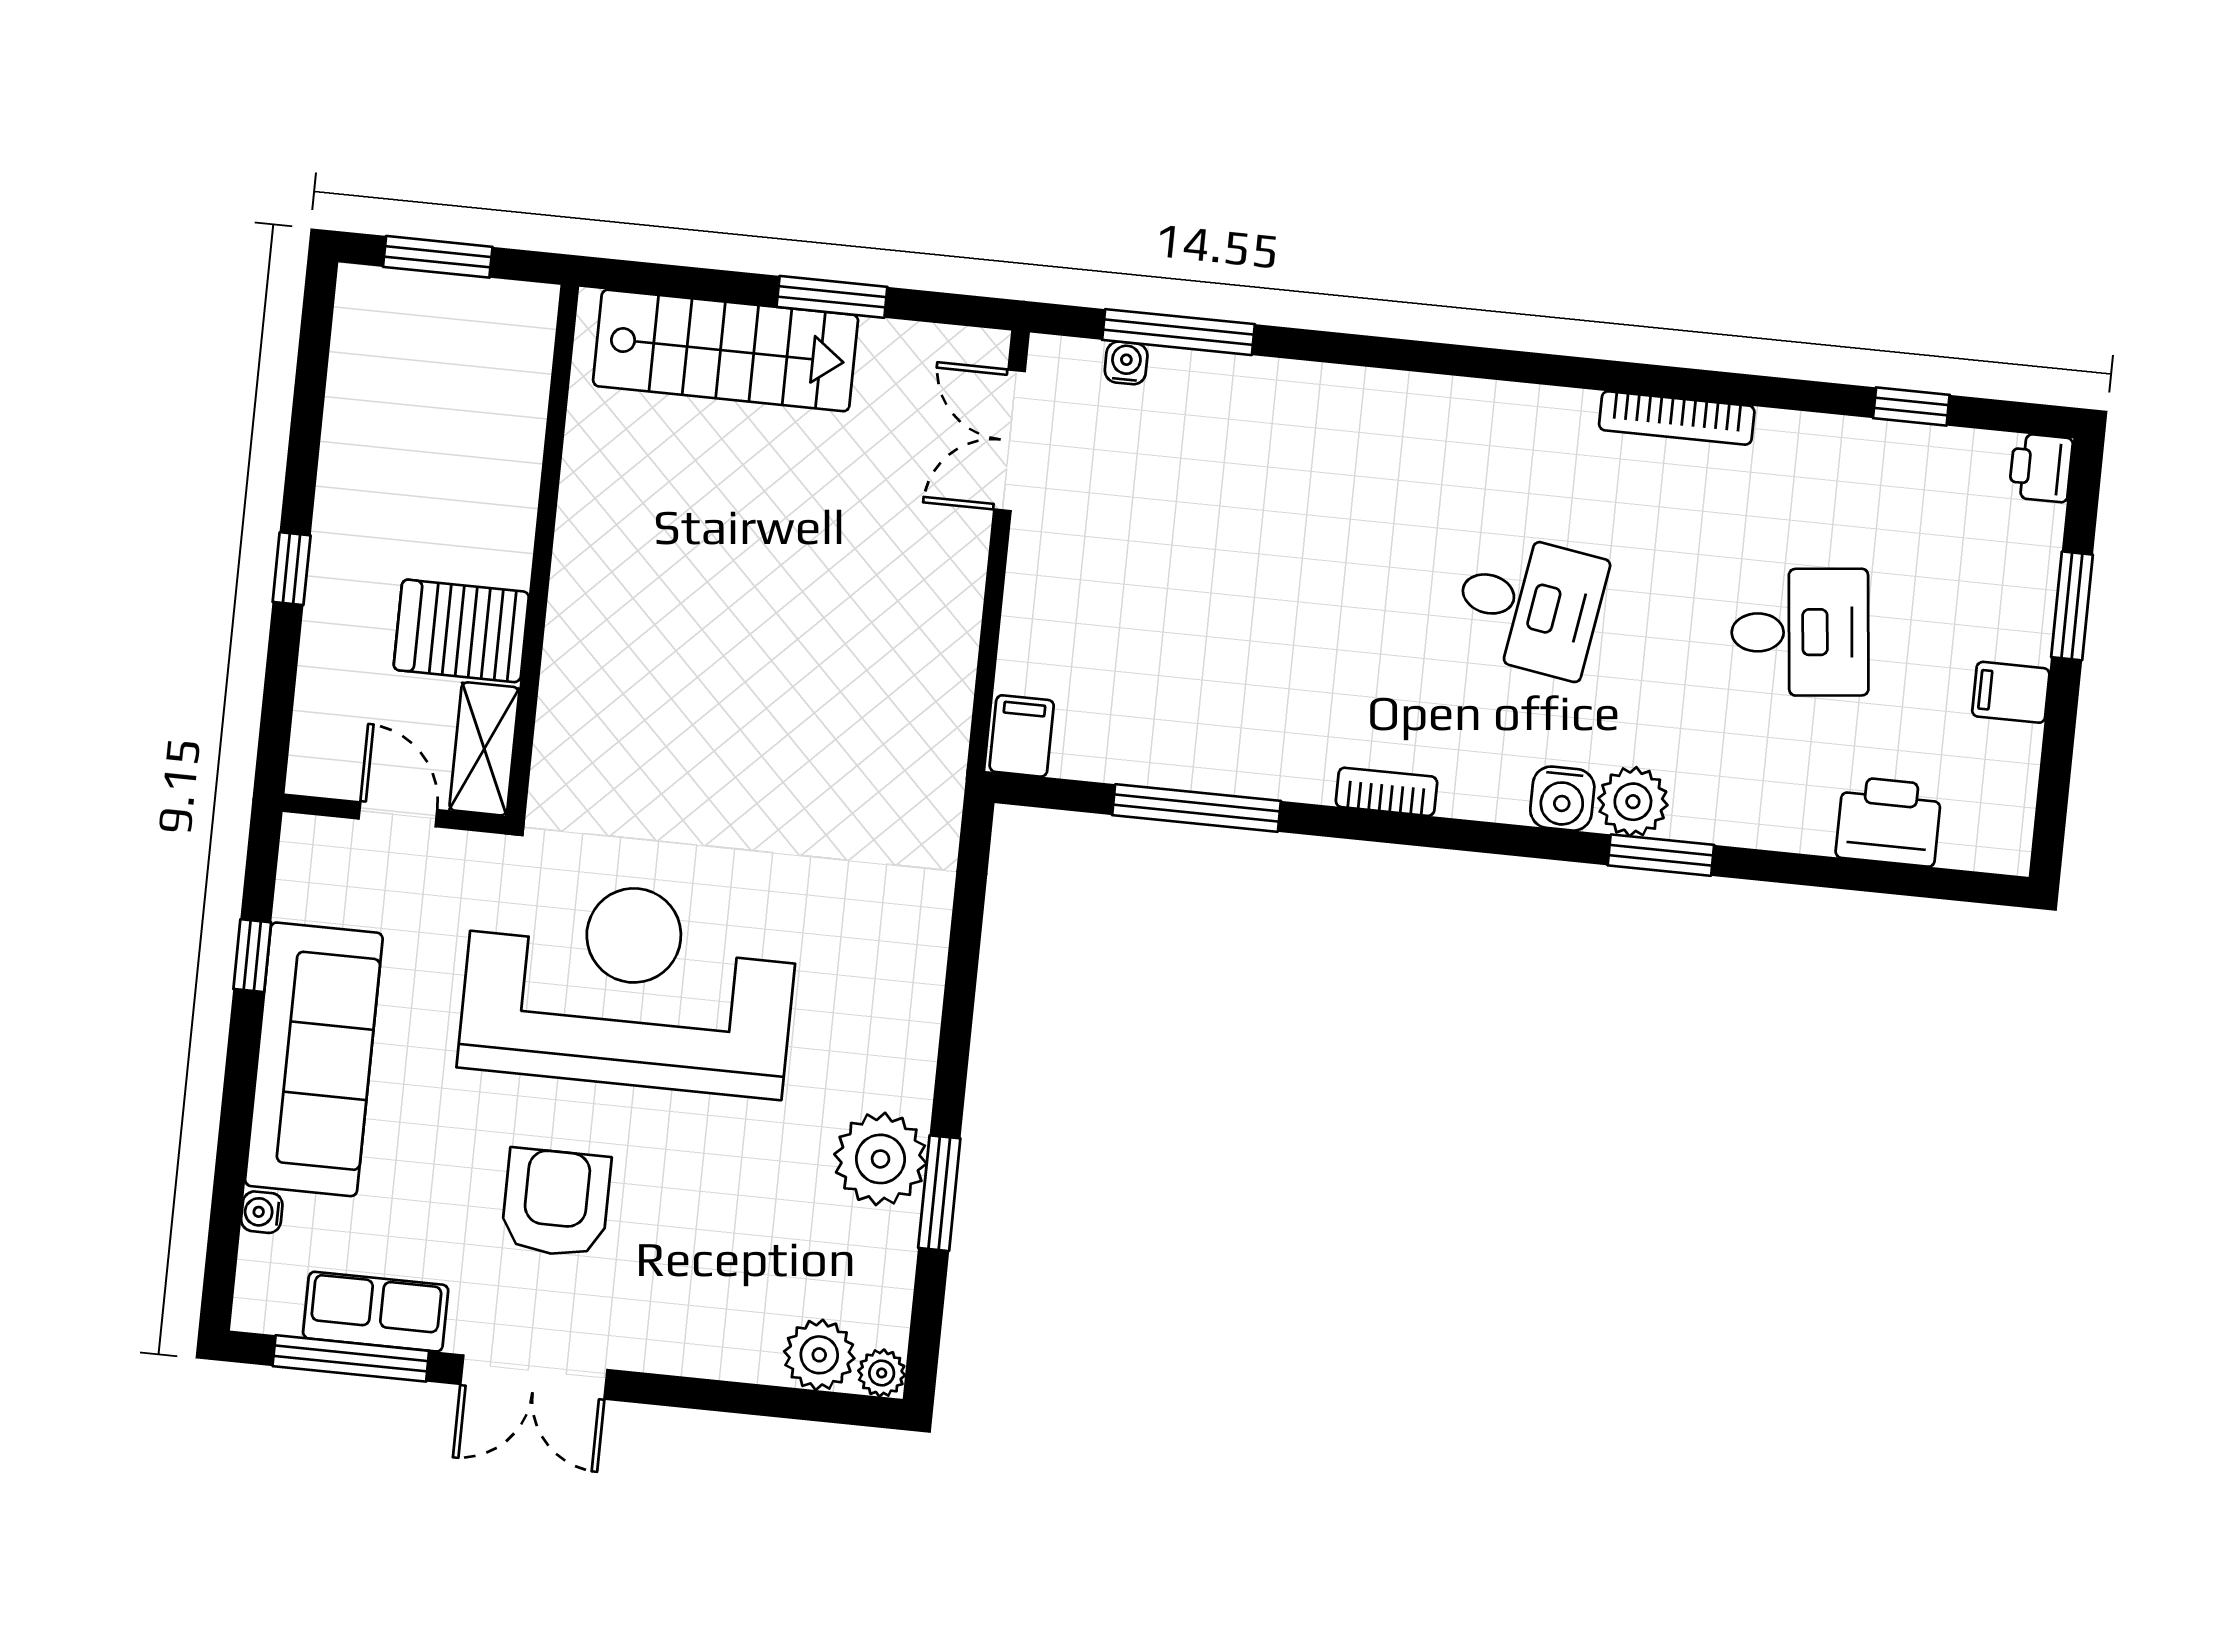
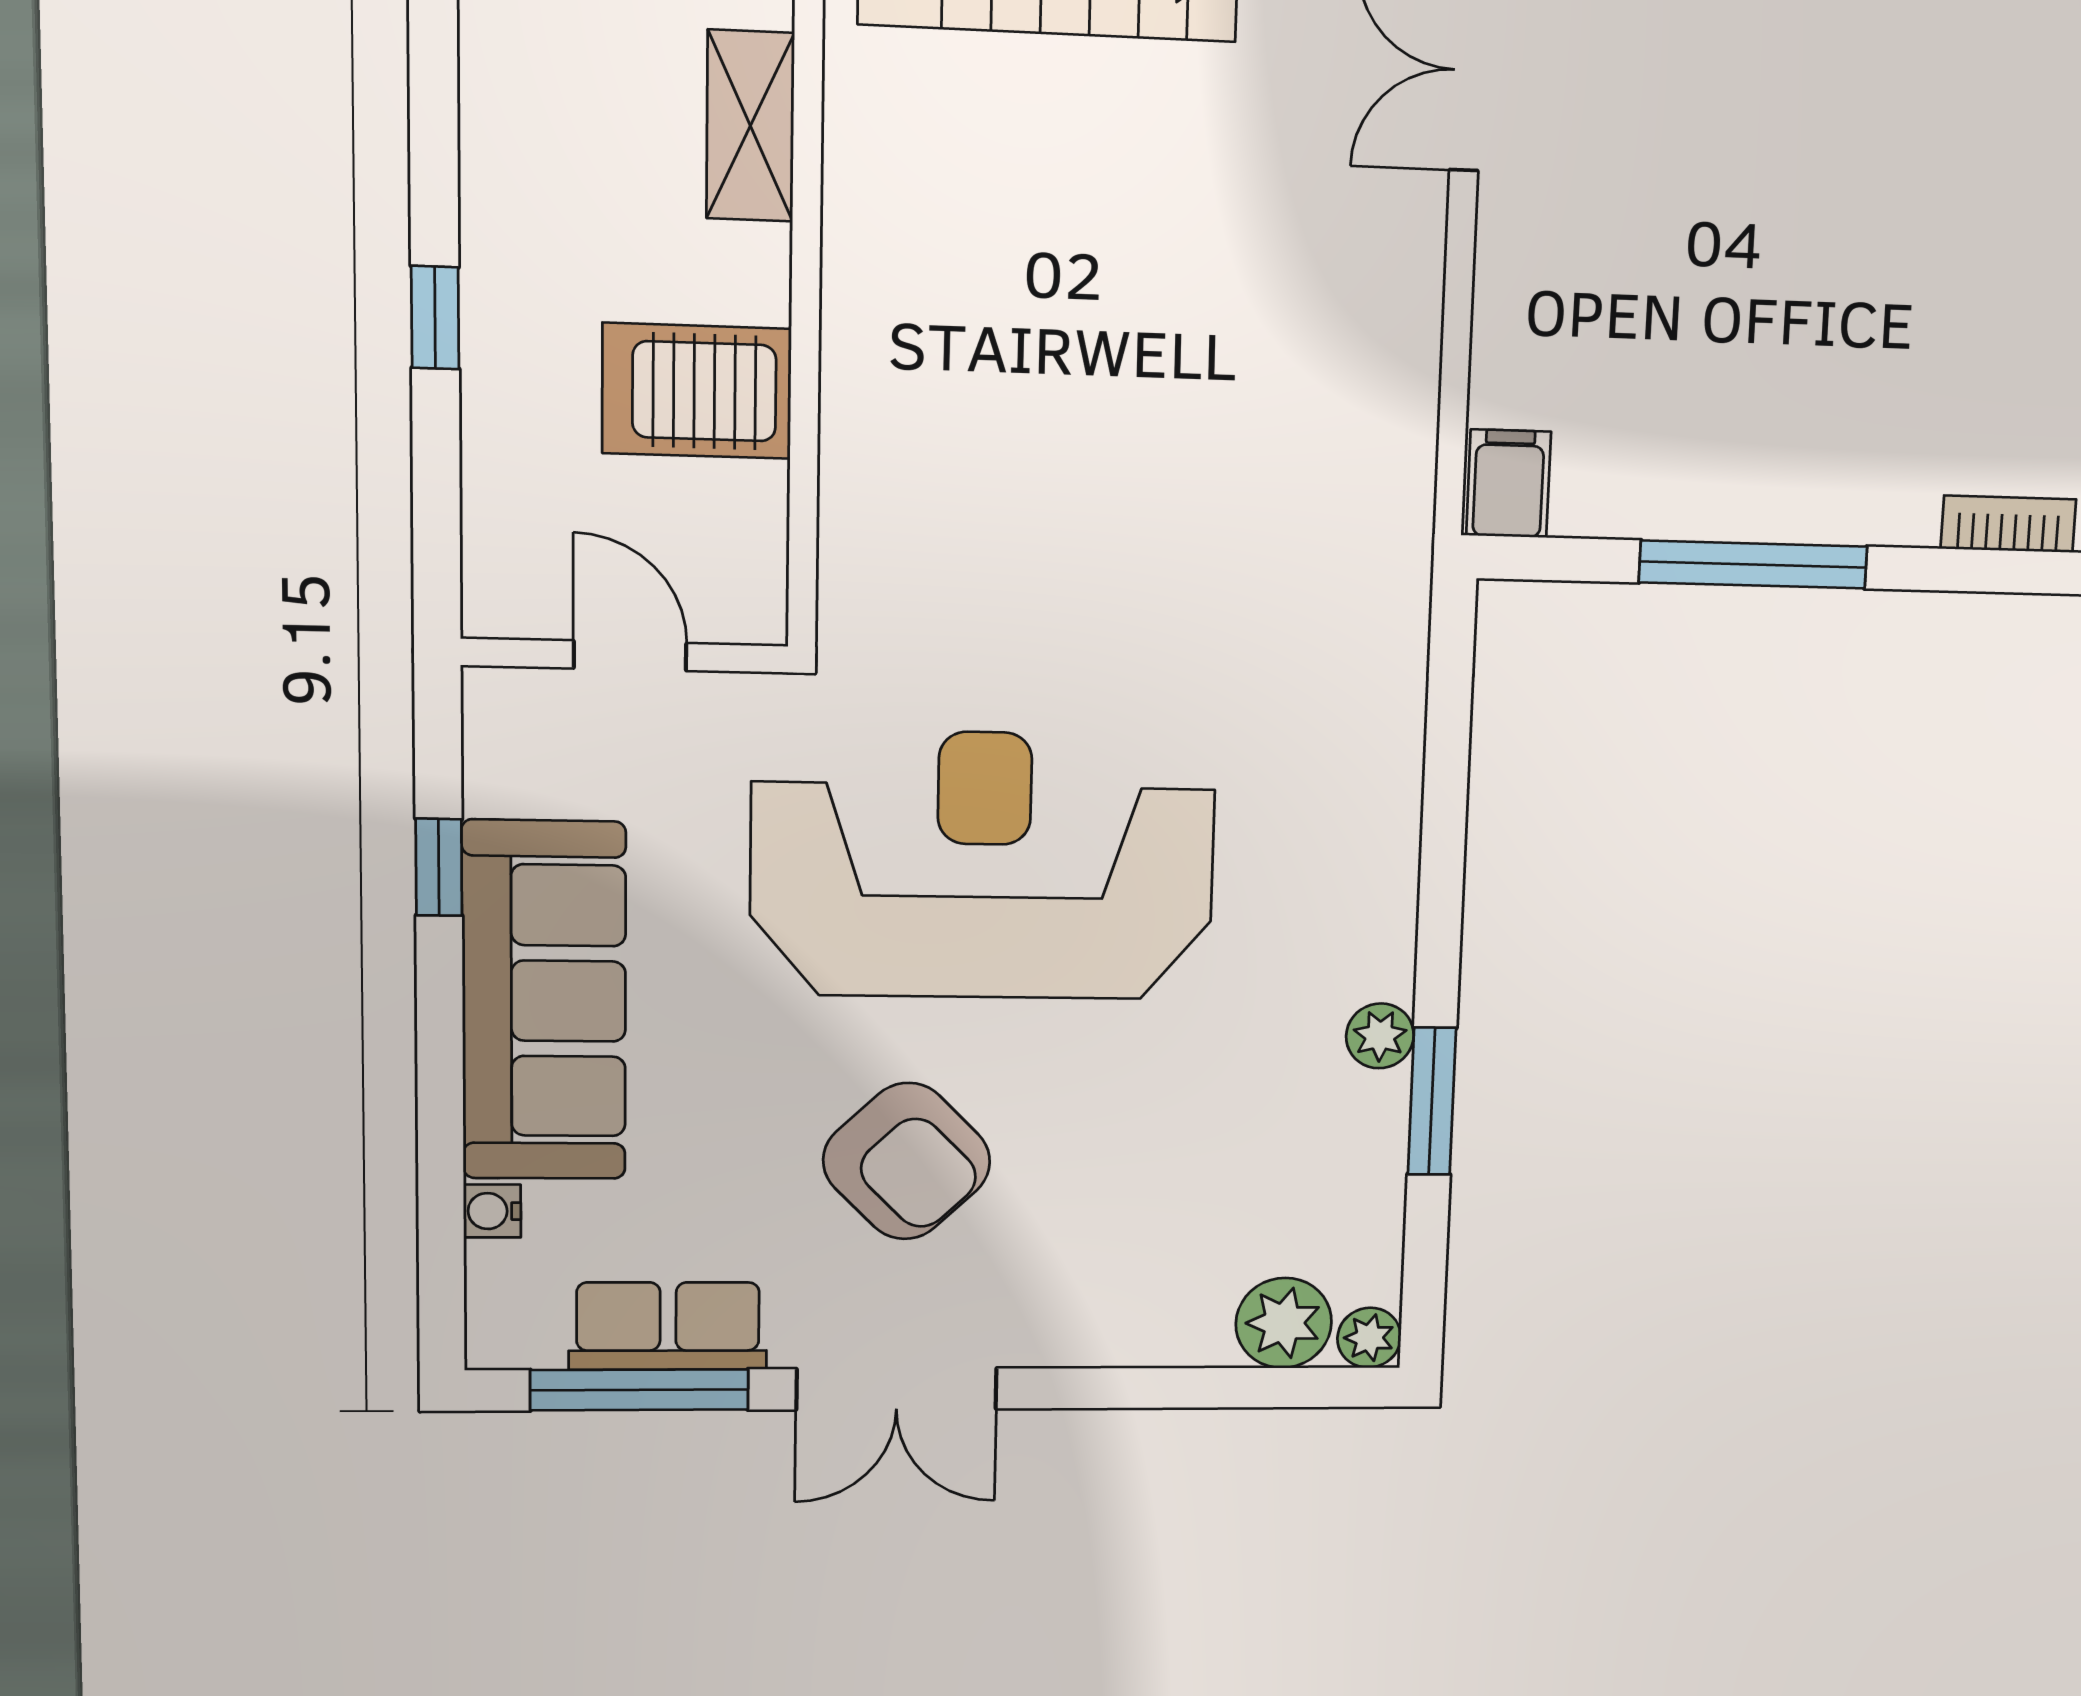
shelving: (484, 749) -> (750, 126), moved
plant: (880, 1159) -> (1380, 1036), width x0.53, depth x0.53
armchair: (556, 1203) -> (907, 1161), turned 136

